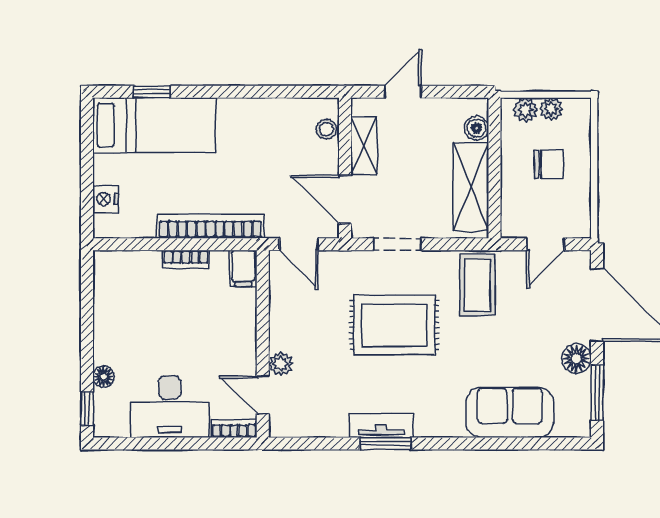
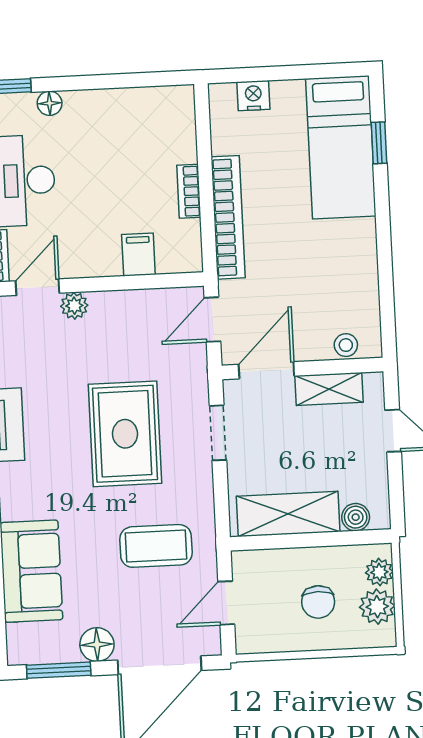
plant: (551, 109) -> (377, 607), width x1.38, depth x1.38
door: (546, 244) -> (226, 603), hinge flipped
filing cabinet: (243, 268) -> (138, 254), moved, turned 90
coffee table: (477, 285) -> (156, 546), moved

